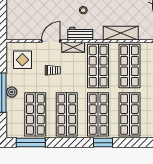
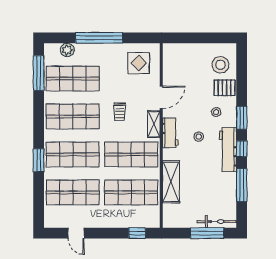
door: (51, 41) -> (161, 97), hinge flipped
trolley: (53, 70) -> (120, 112), moved
plant: (12, 92) -> (67, 50), moved

